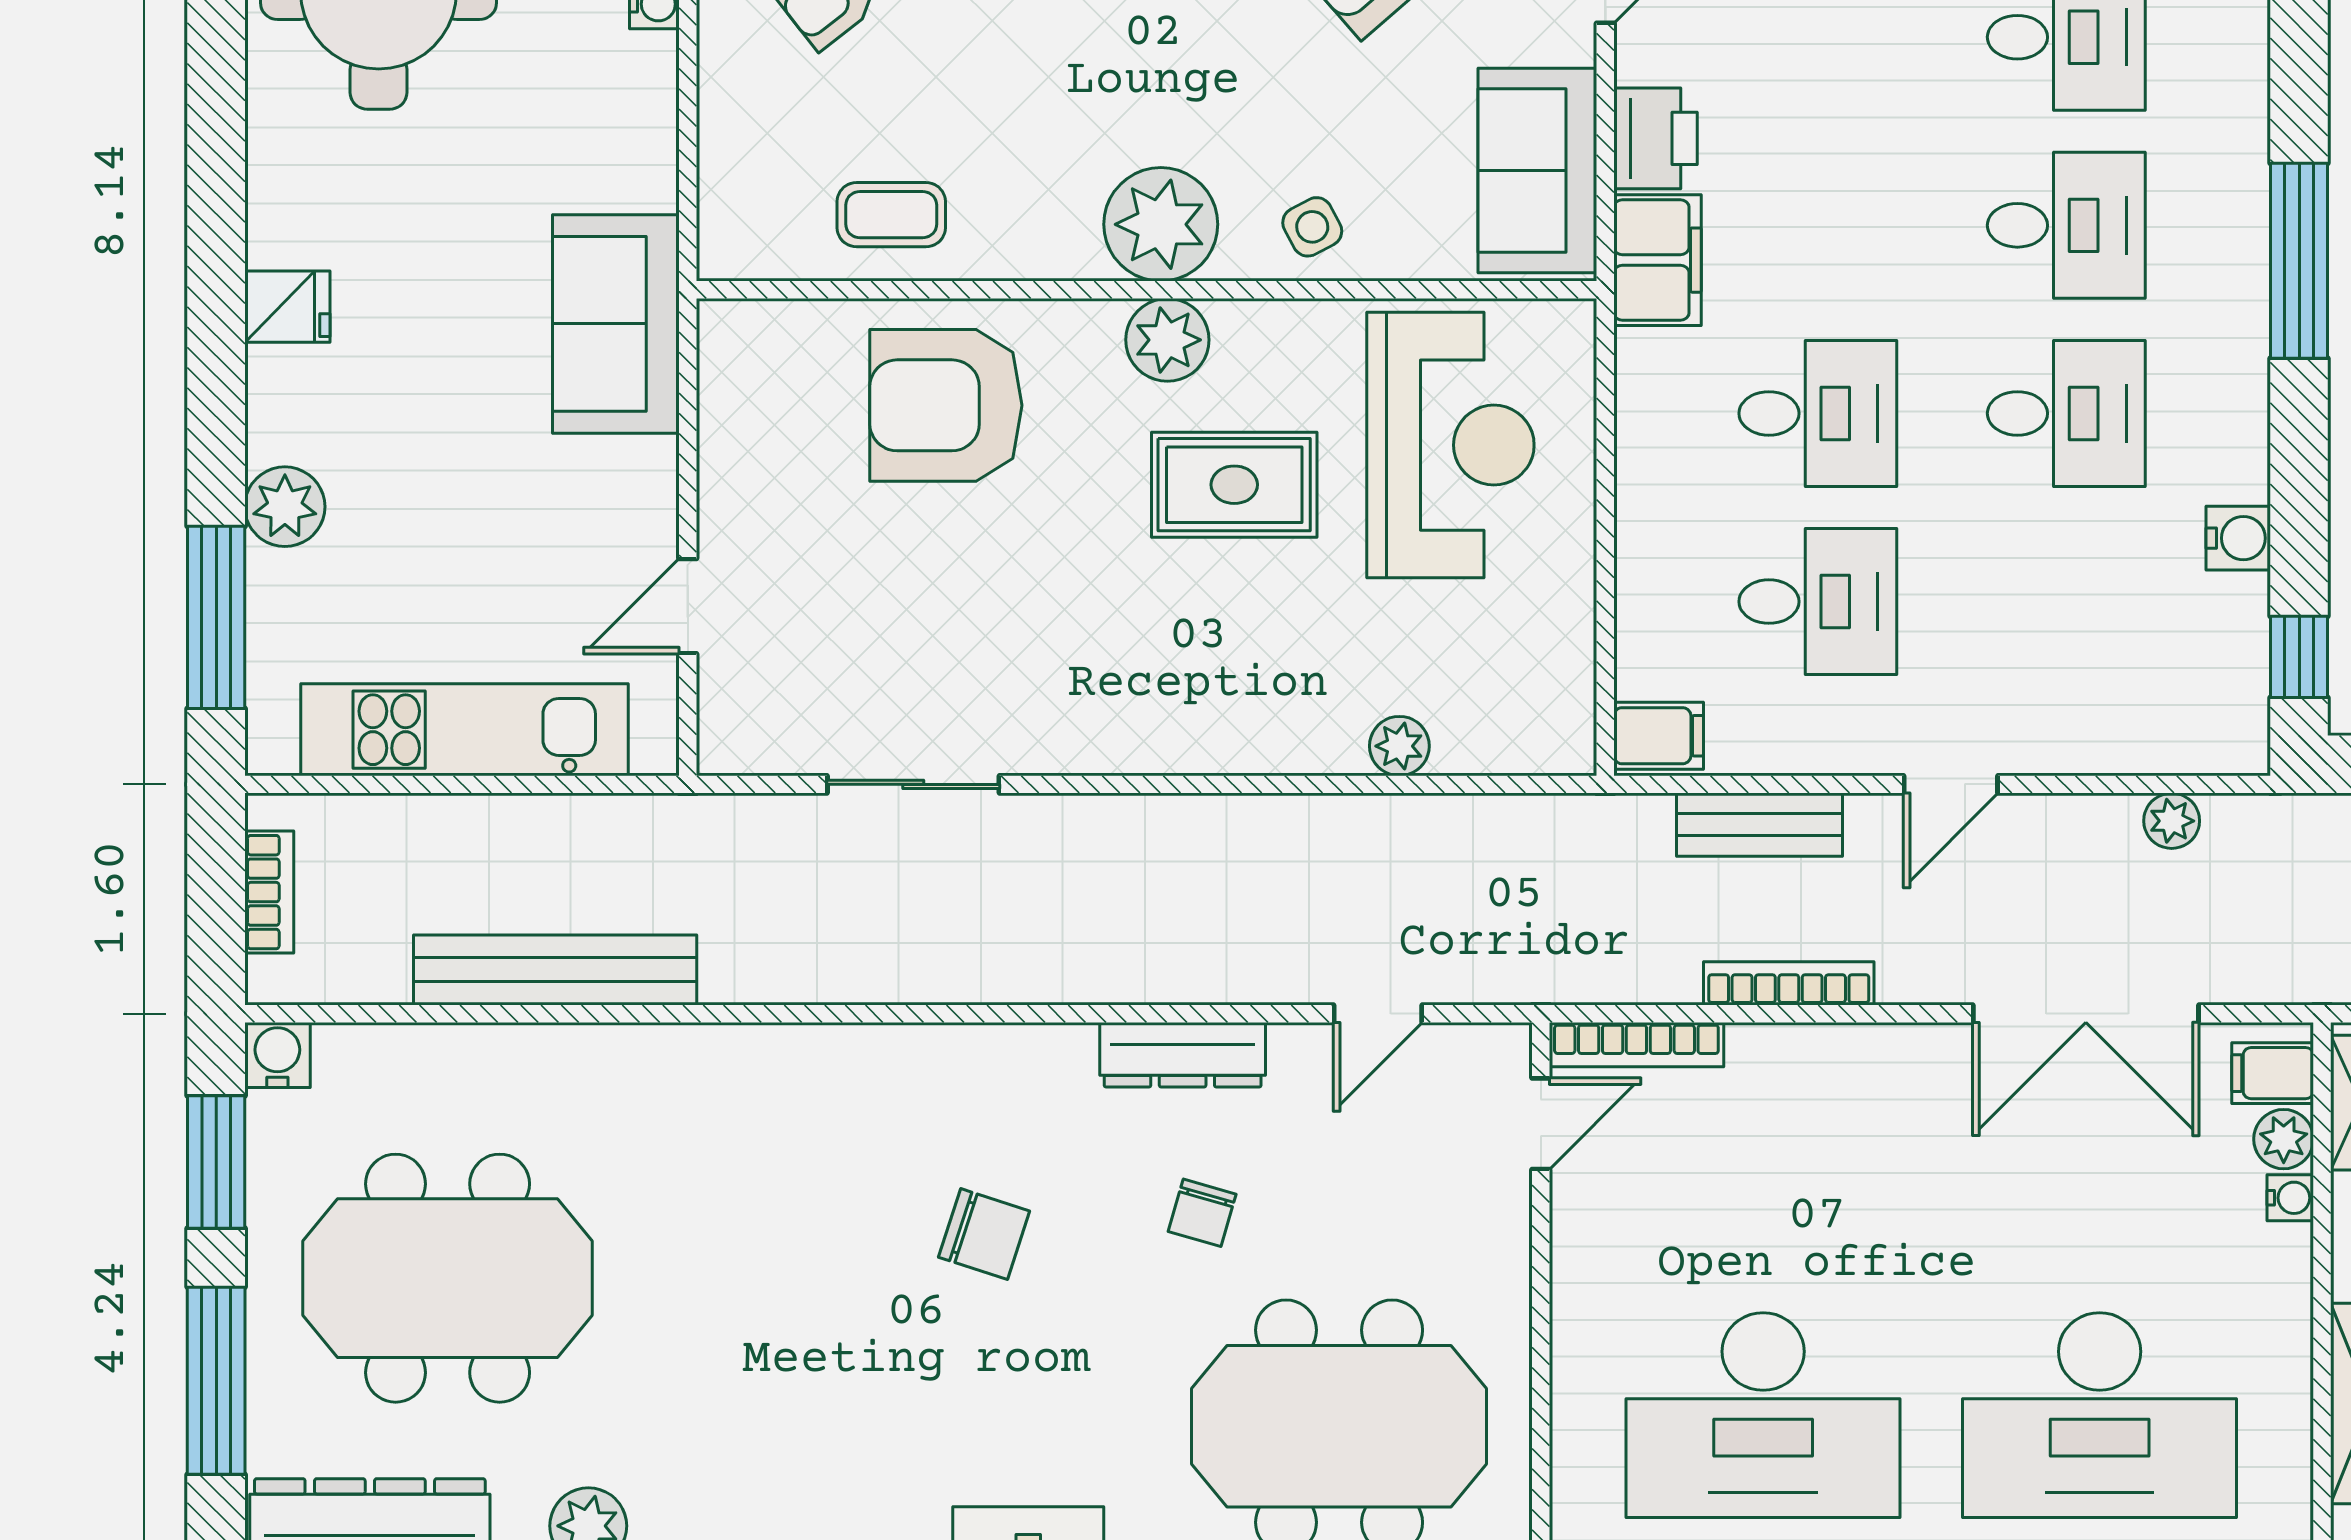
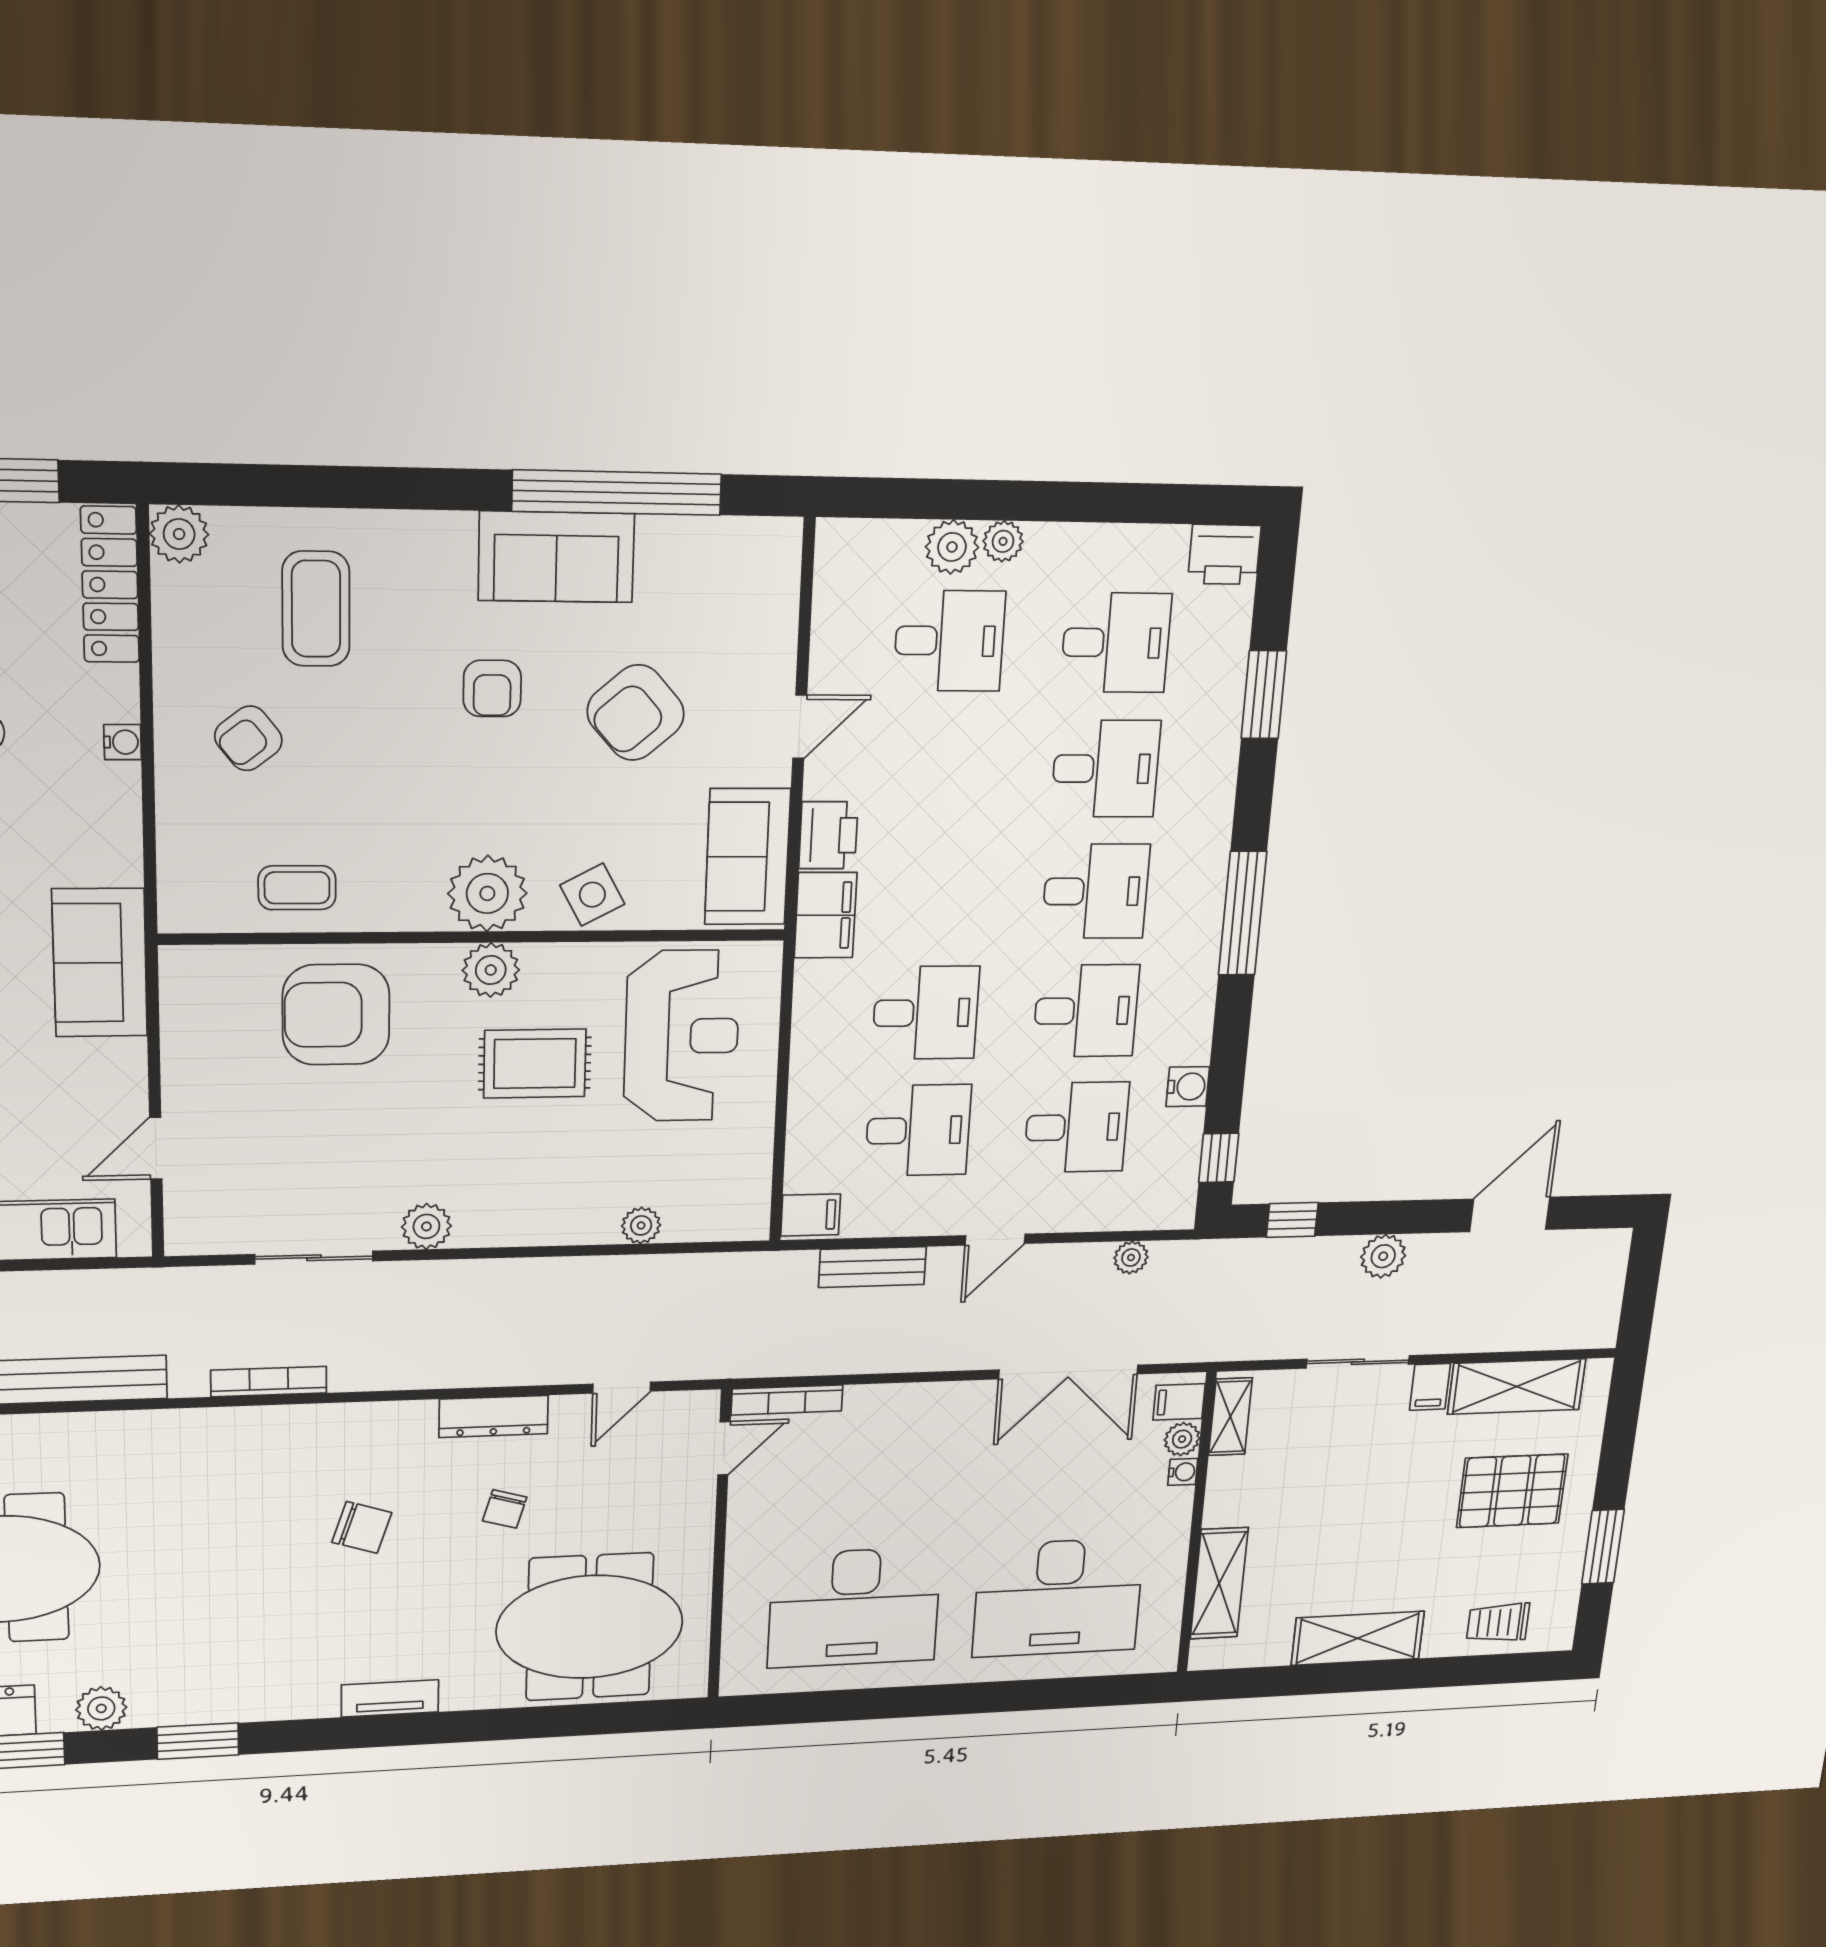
side table: (1312, 227) -> (592, 895), width x1.37, depth x1.37
desk: (2066, 602) -> (1076, 1127), added
plant: (1078, 739) -> (426, 1226), added
bookcase: (1789, 983) -> (269, 1382), moved

